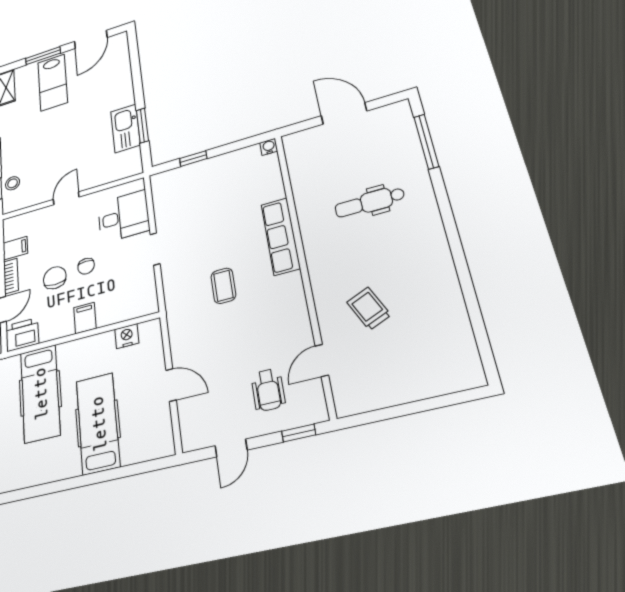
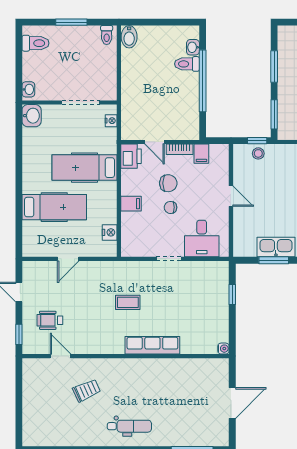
dental chair: (370, 202) -> (129, 426), moved, turned 90

